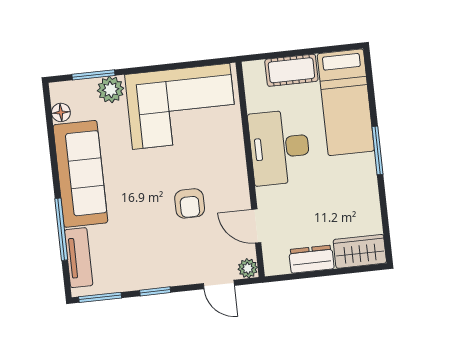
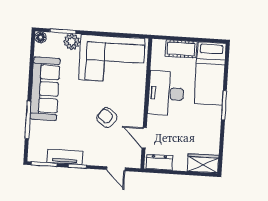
floor lamp: (61, 112) -> (41, 37), moved
armchair: (190, 203) -> (107, 118), turned 128
tv unit: (79, 258) -> (65, 157), moved, turned -90
dresser: (311, 259) -> (159, 162), moved
plant: (248, 268) -> (135, 162), removed

